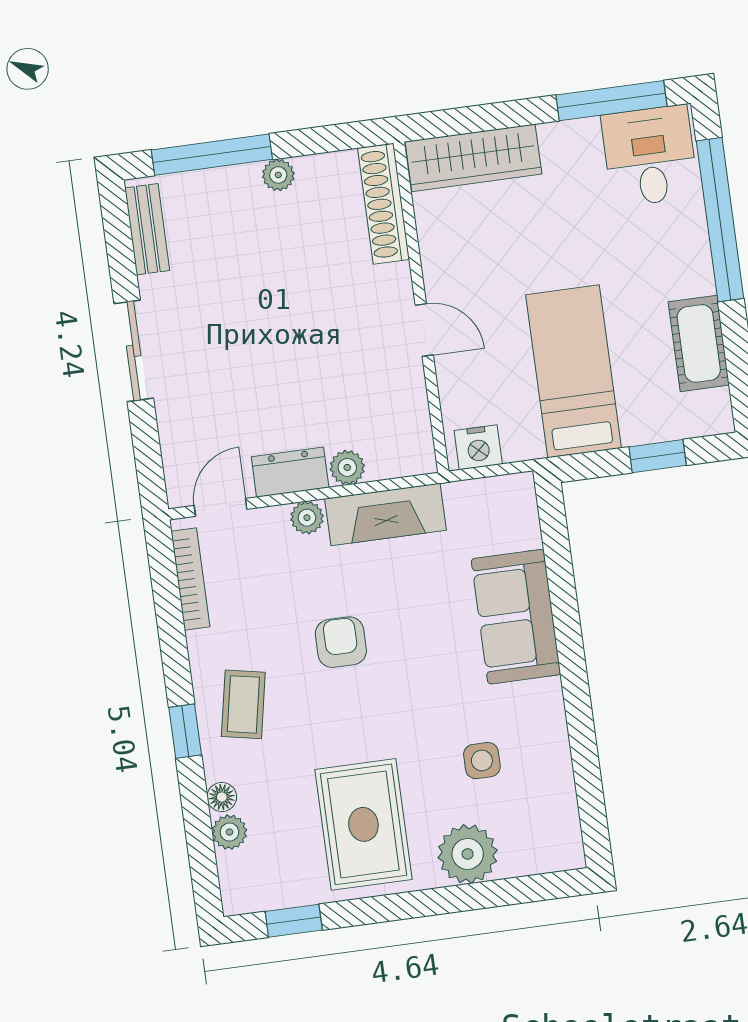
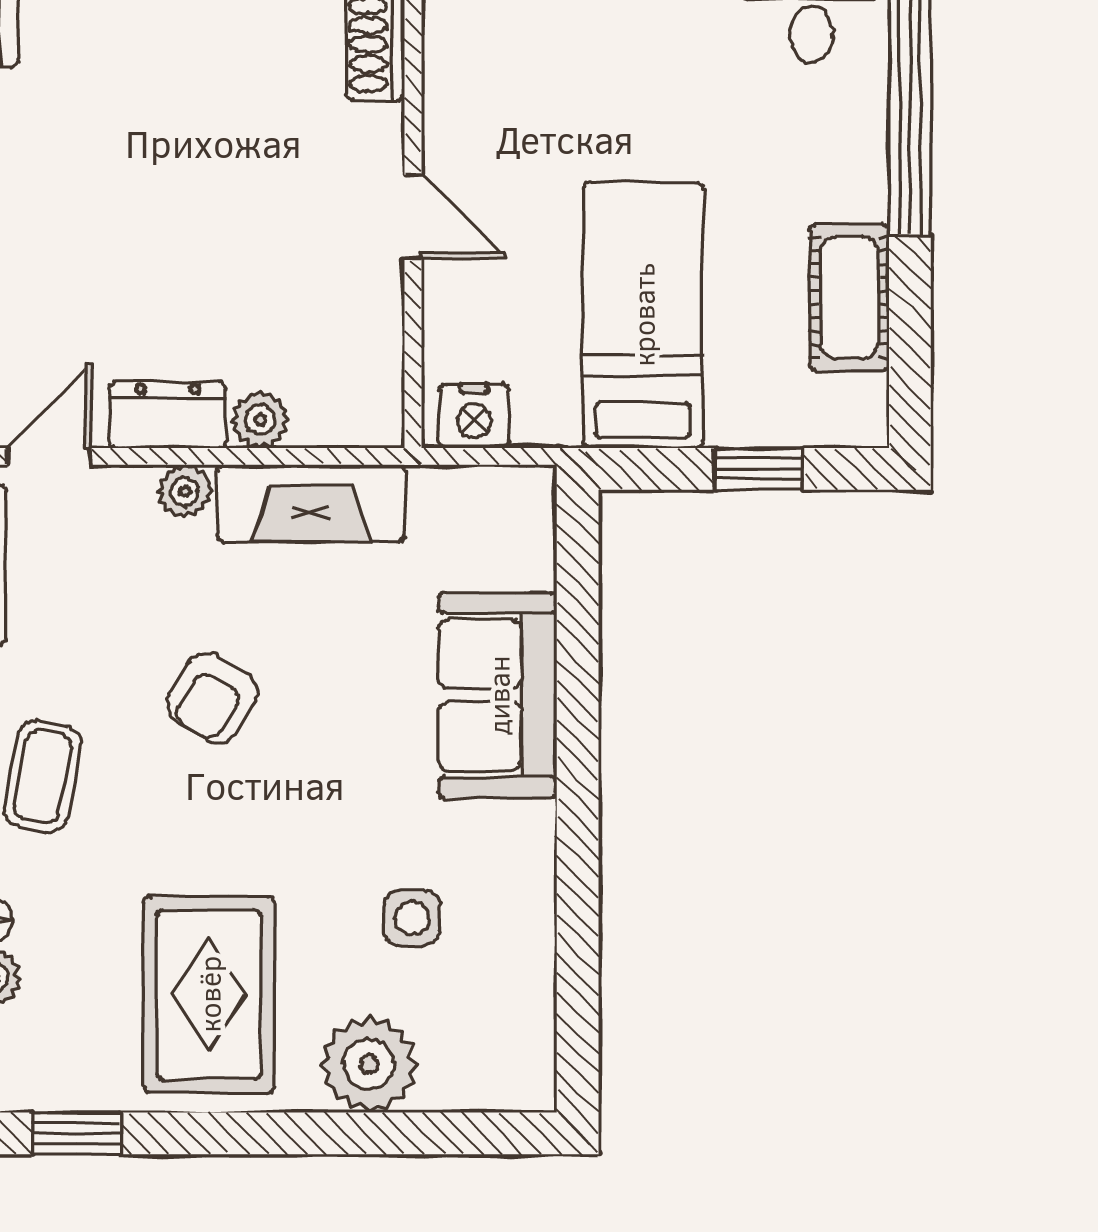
armchair: (341, 642) -> (212, 698), turned -148

